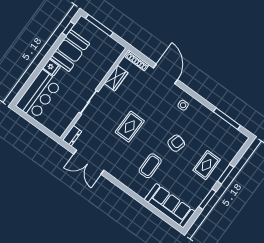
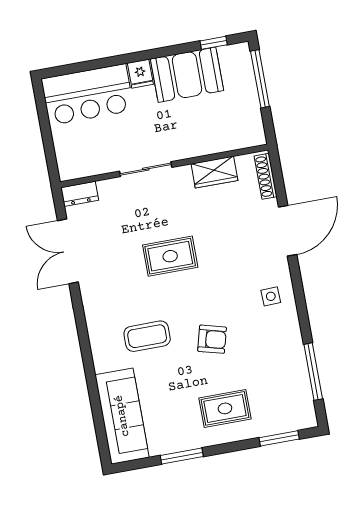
window: (226, 174) -> (279, 438), moved

